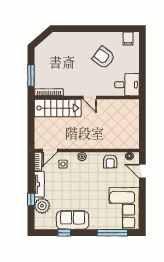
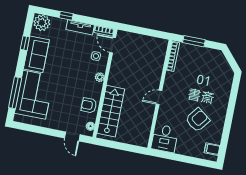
stairs: (58, 108) -> (111, 111), moved, turned 180
door: (142, 171) -> (72, 136), swing flipped
plant: (42, 206) -> (42, 23), moved
corner sofa: (124, 208) -> (34, 95), moved, turned 90

